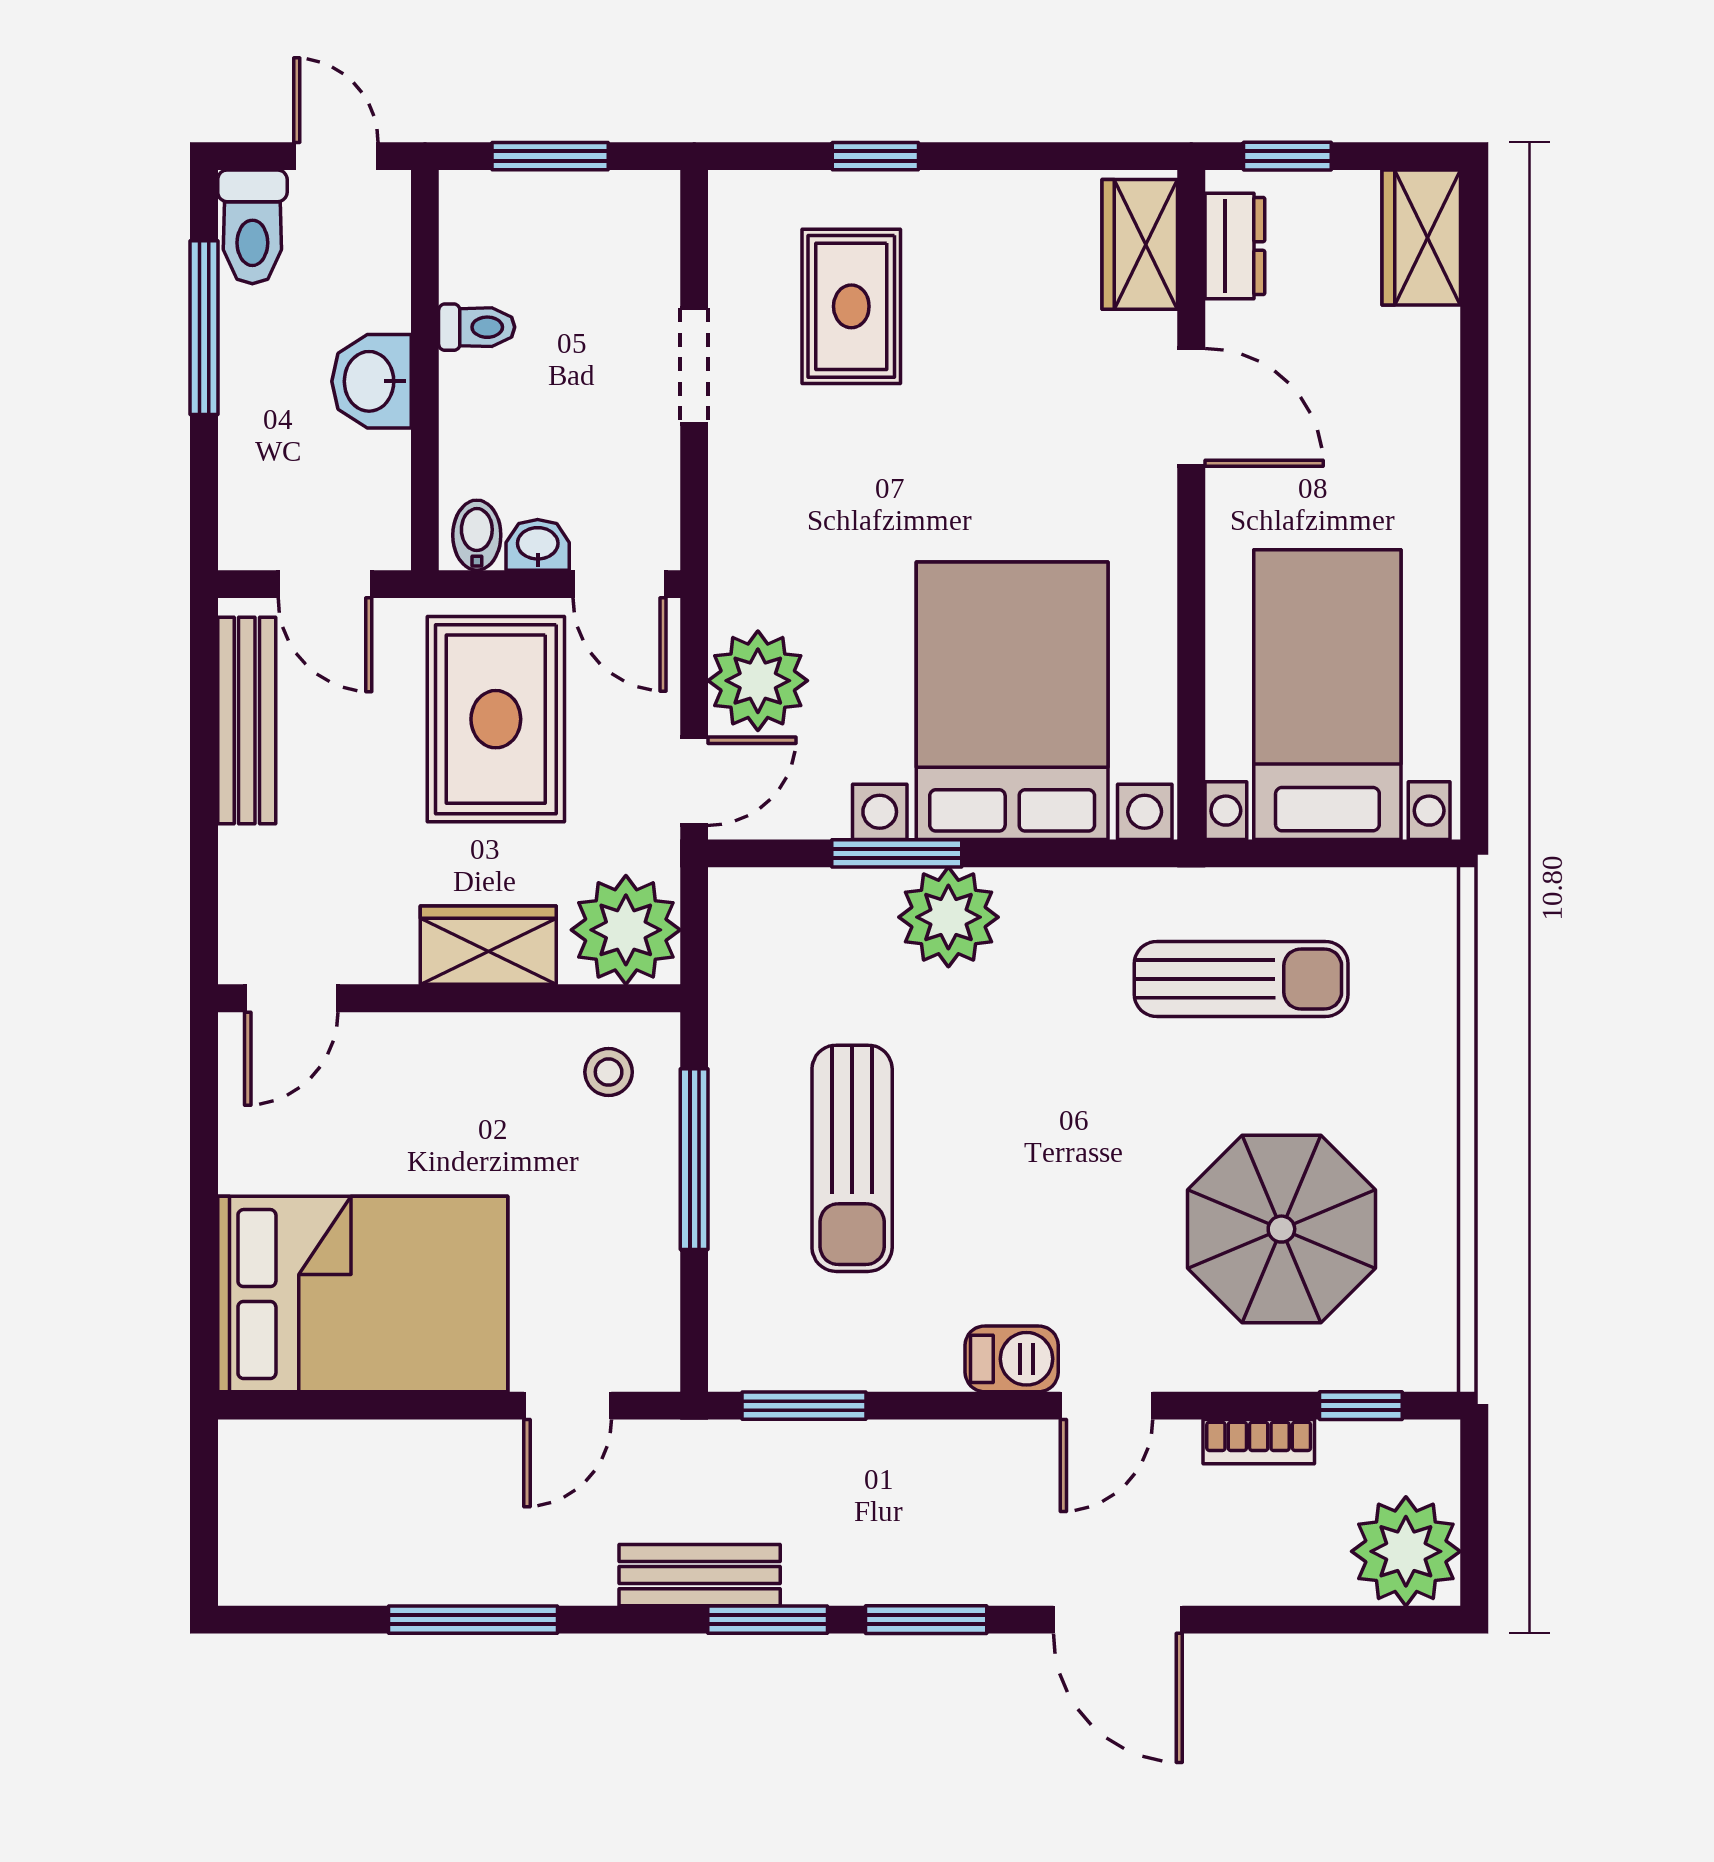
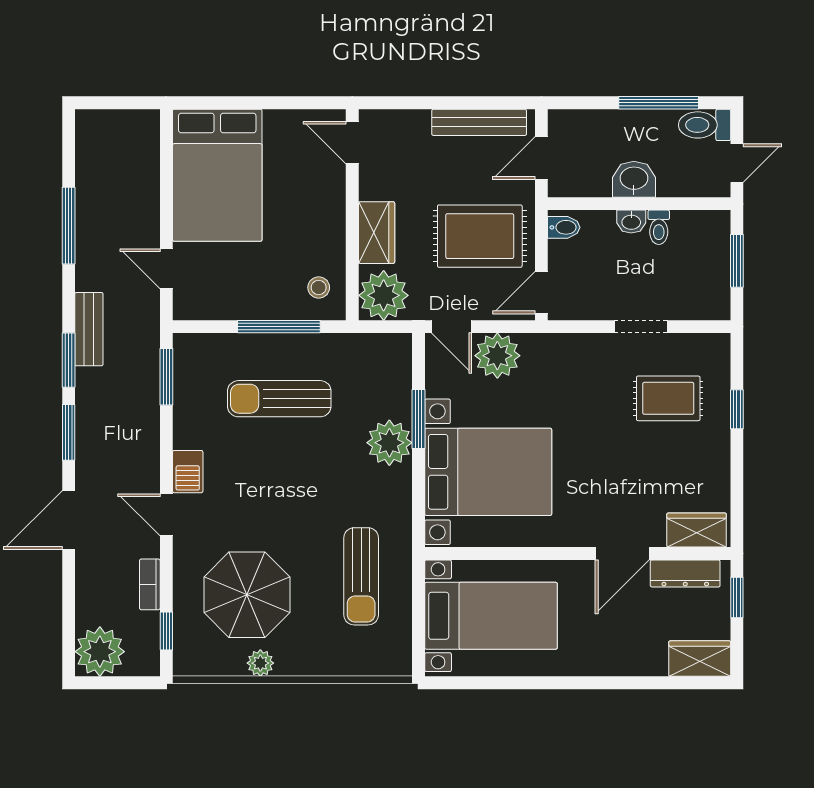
dresser: (1235, 246) -> (685, 573), width x1.44
washbasin: (538, 545) -> (631, 222), moved, turned 90
plant: (1431, 1200) -> (260, 663), added

